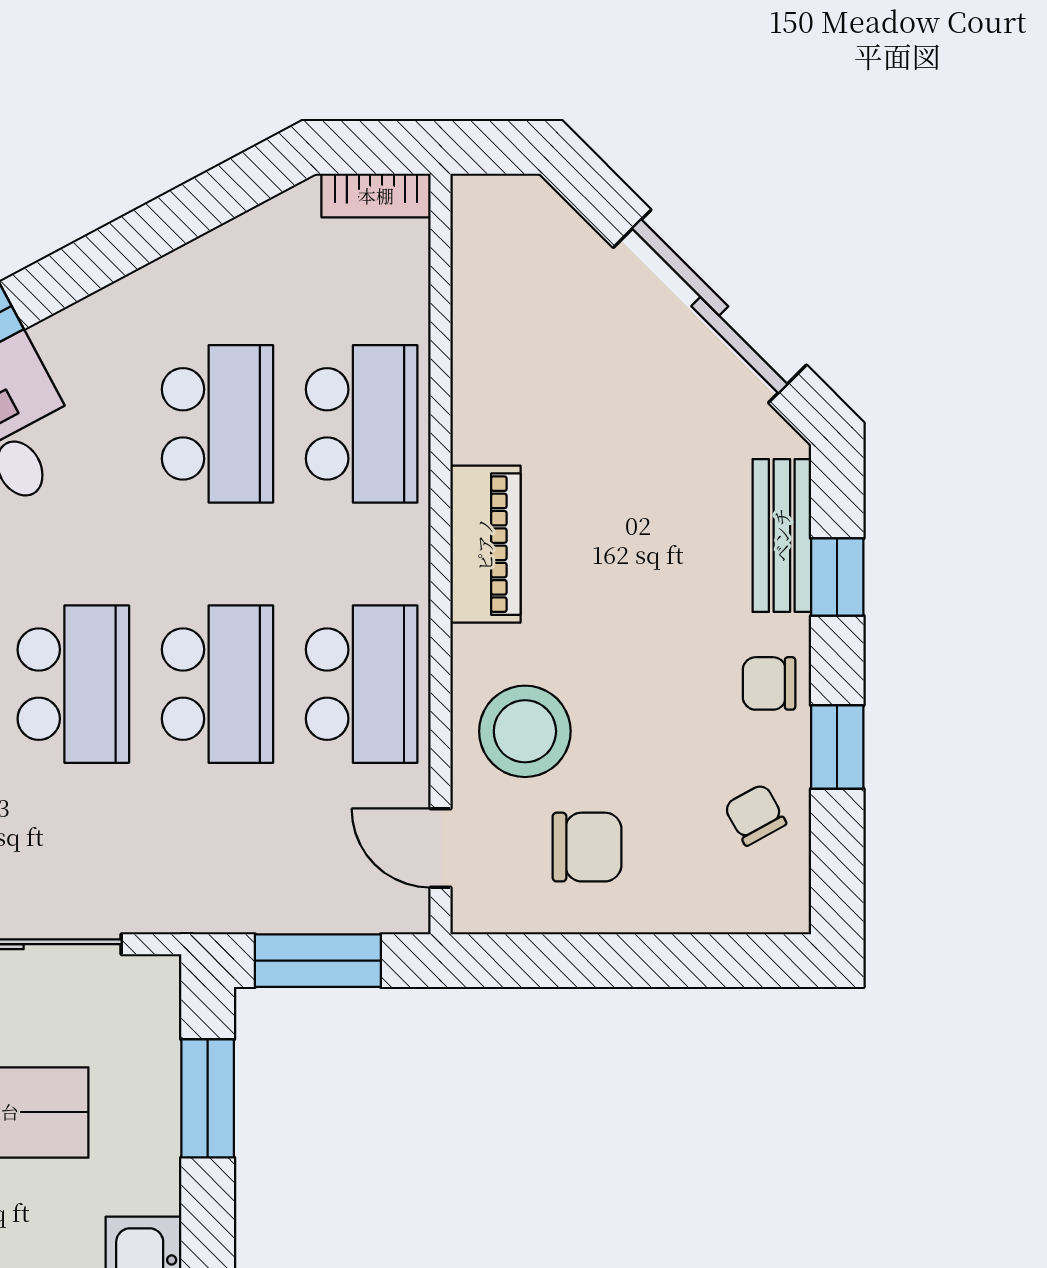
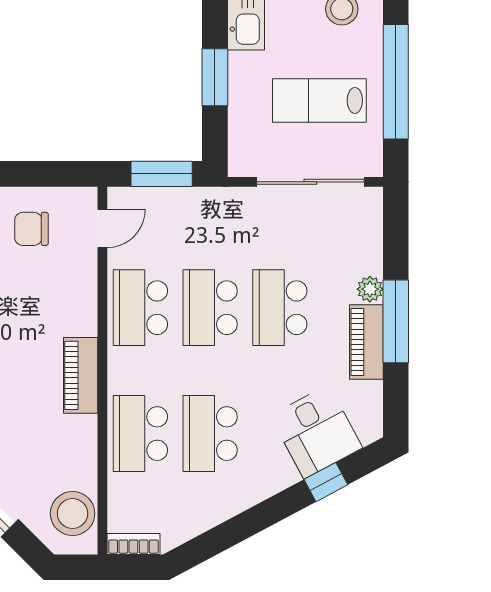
stool: (525, 731) -> (73, 514), moved
door: (441, 848) -> (102, 228), hinge flipped
window: (208, 1098) -> (215, 77), moved

